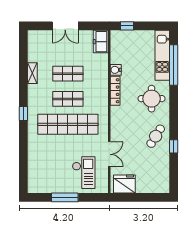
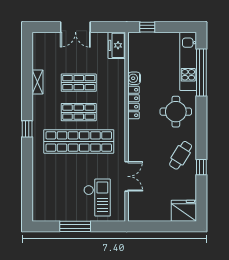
fridge: (124, 184) -> (184, 211), moved

